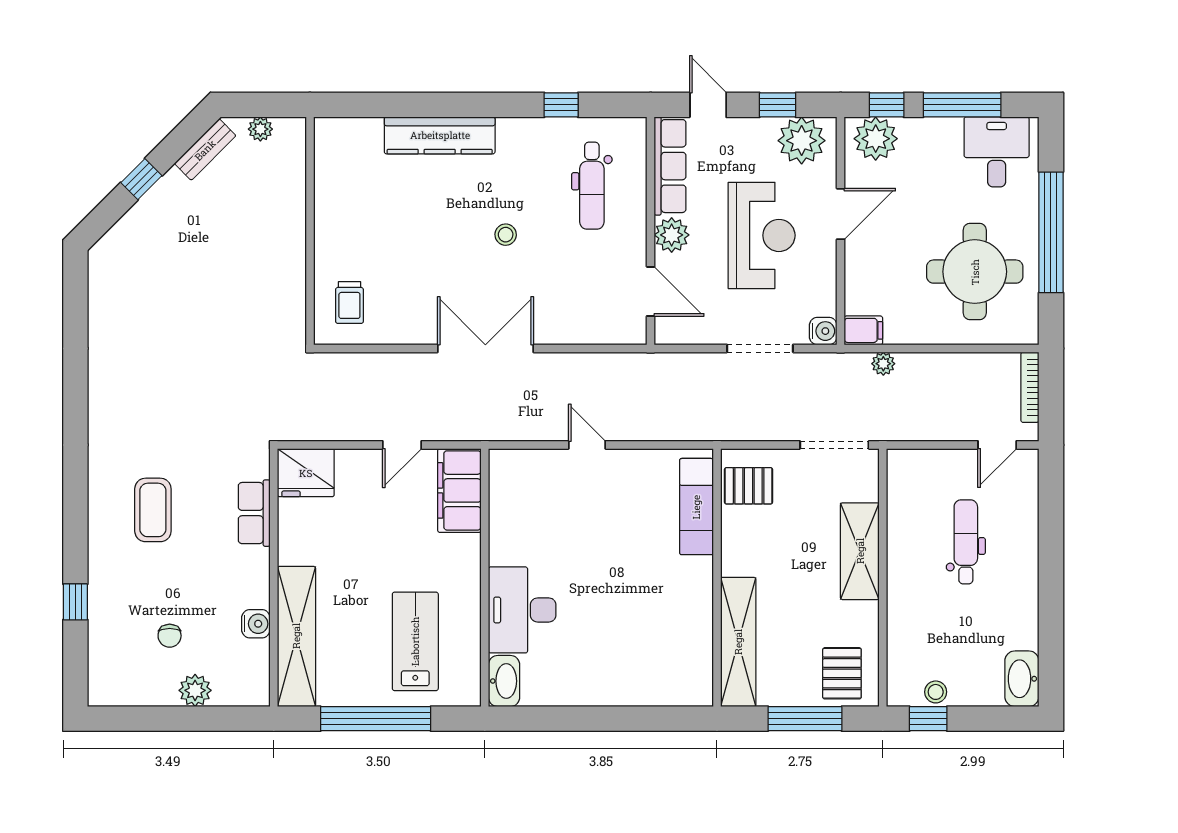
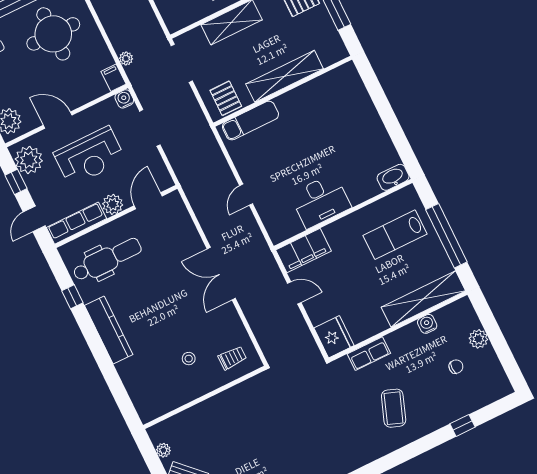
kitchen counter: (440, 135) -> (109, 330), moved
dental chair: (592, 186) -> (107, 260), width x1.36, depth x1.38
stool: (506, 235) -> (189, 359), moved
reception desk: (762, 235) -> (90, 156), turned 180
coffee table: (153, 510) -> (394, 408), turned -70
desk: (522, 610) -> (321, 201), moved
shelving: (738, 642) -> (285, 76), moved

